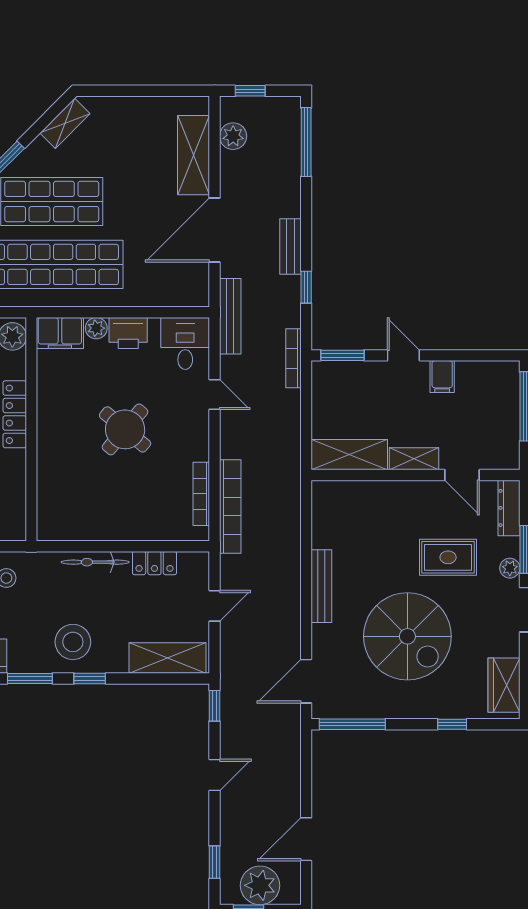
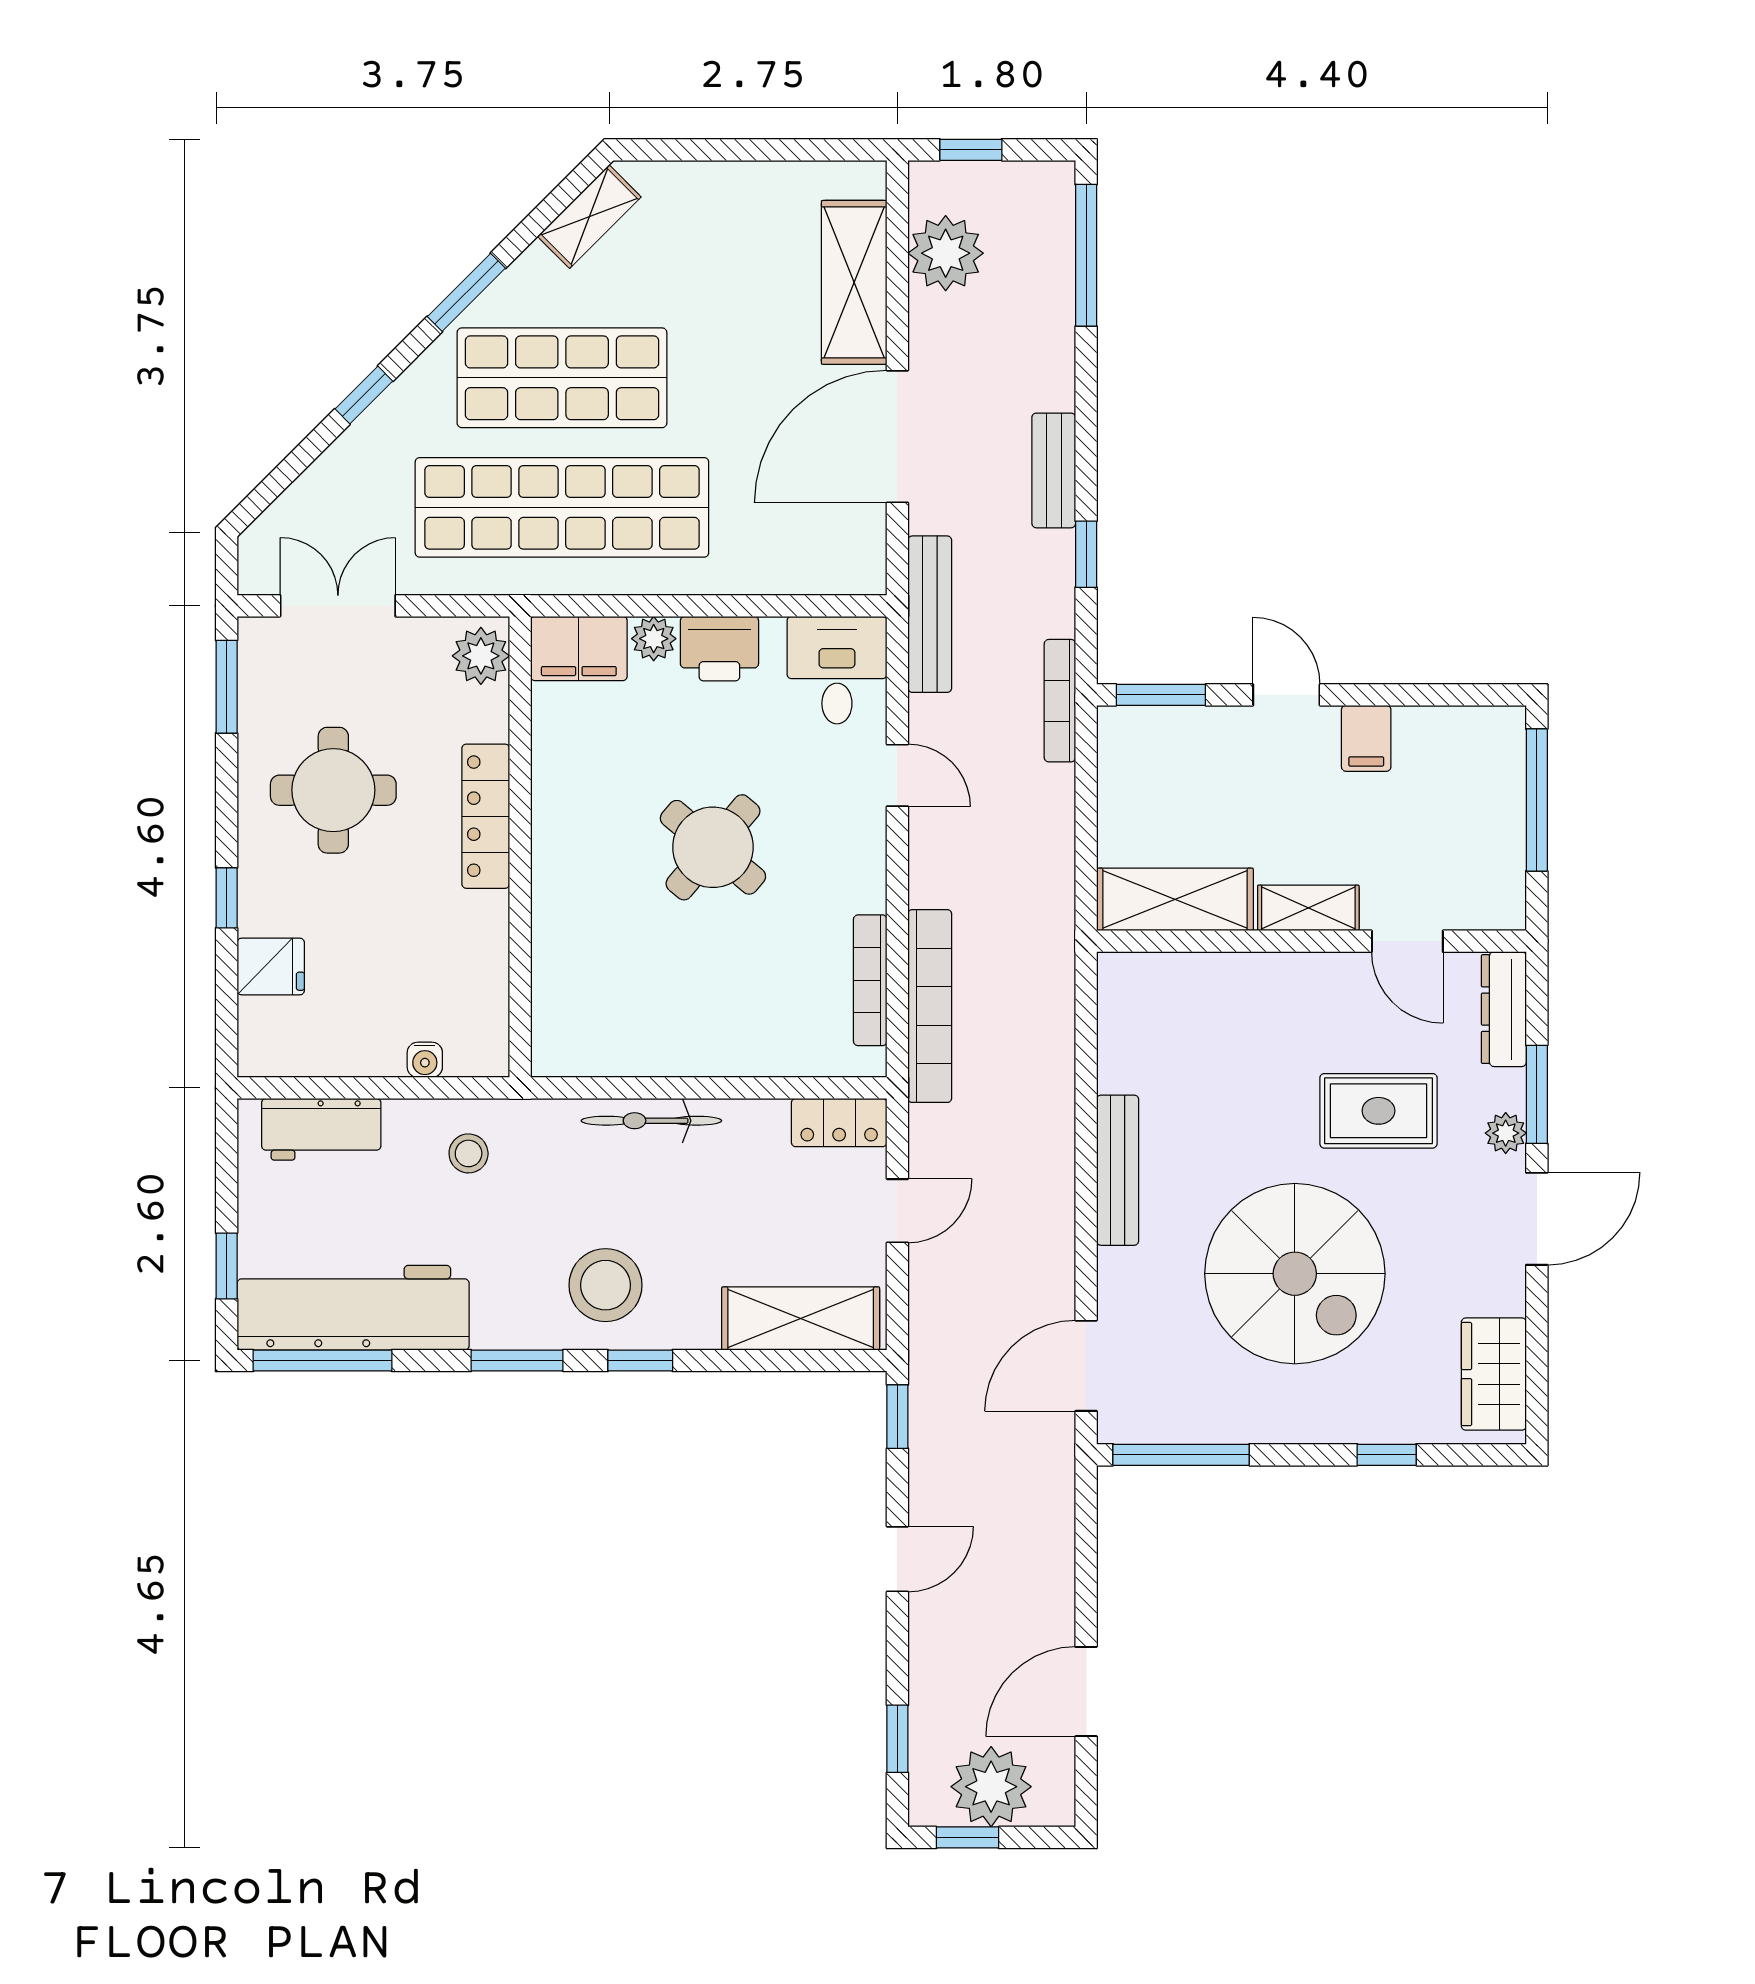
plant: (233, 136) -> (946, 253), width x1.36, depth x1.36
locker: (154, 563) -> (839, 1123), moved

